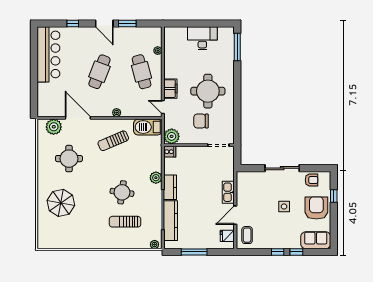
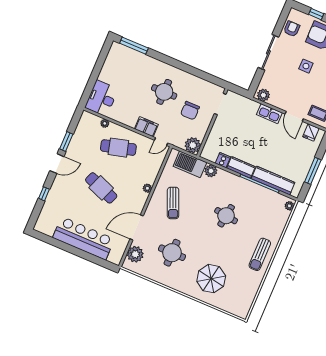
desk: (202, 38) -> (102, 98), moved
bar counter: (48, 54) -> (84, 238), moved
round table: (208, 91) -> (164, 92), width x0.73, depth x0.73
barbecue: (148, 127) -> (190, 164), moved, turned 90
cooker: (170, 152) -> (223, 160), moved
plant: (156, 178) -> (211, 171), moved
plant: (242, 180) -> (263, 95), added
sun lounger: (125, 222) -> (260, 254), moved

